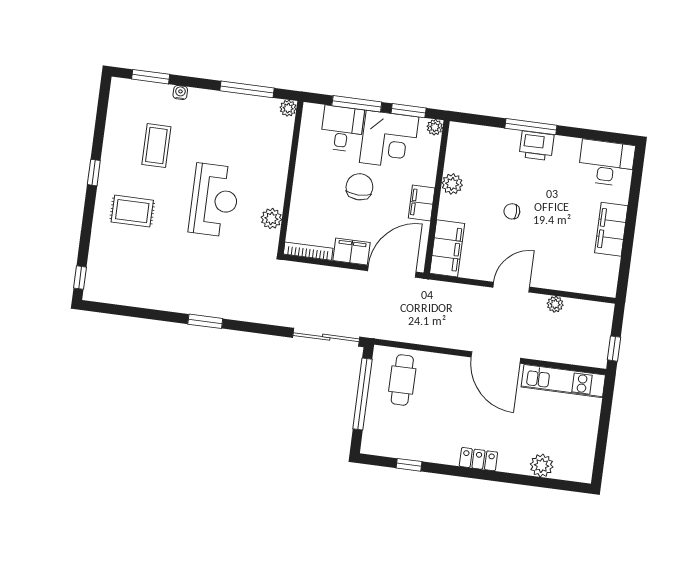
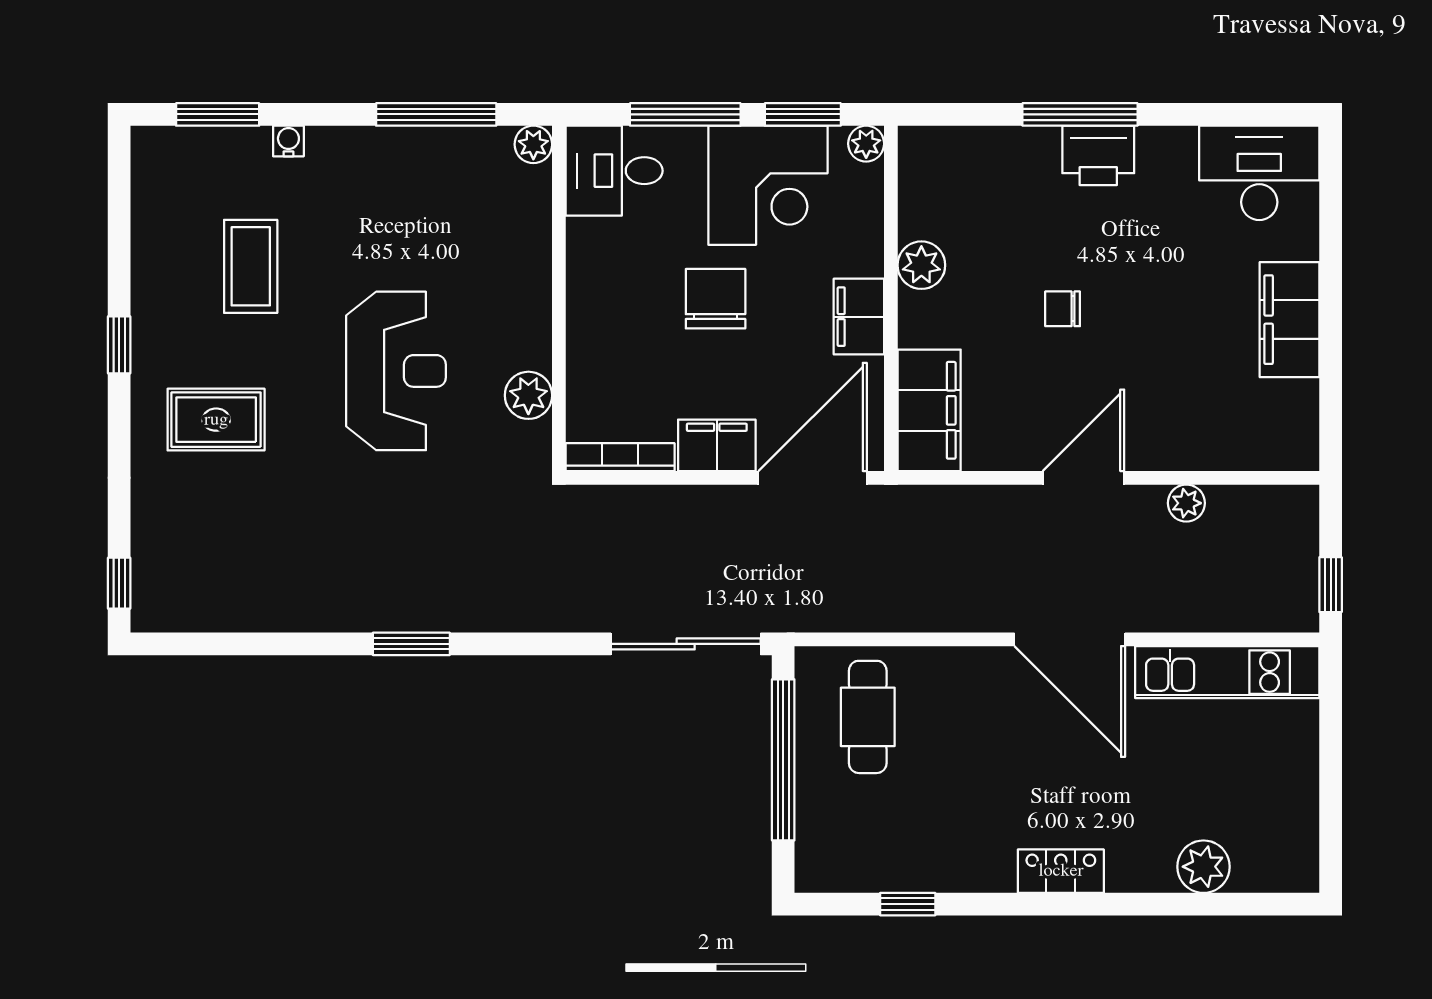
desk: (342, 129) -> (614, 171), moved, turned -90

